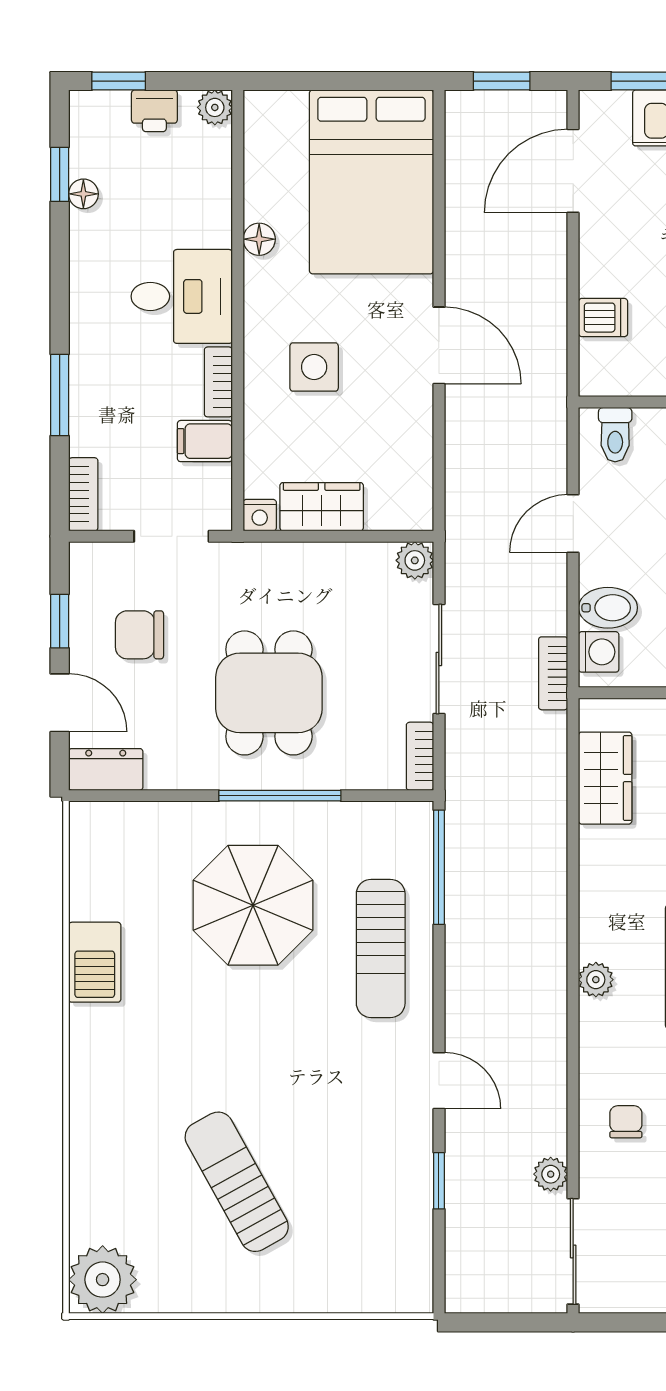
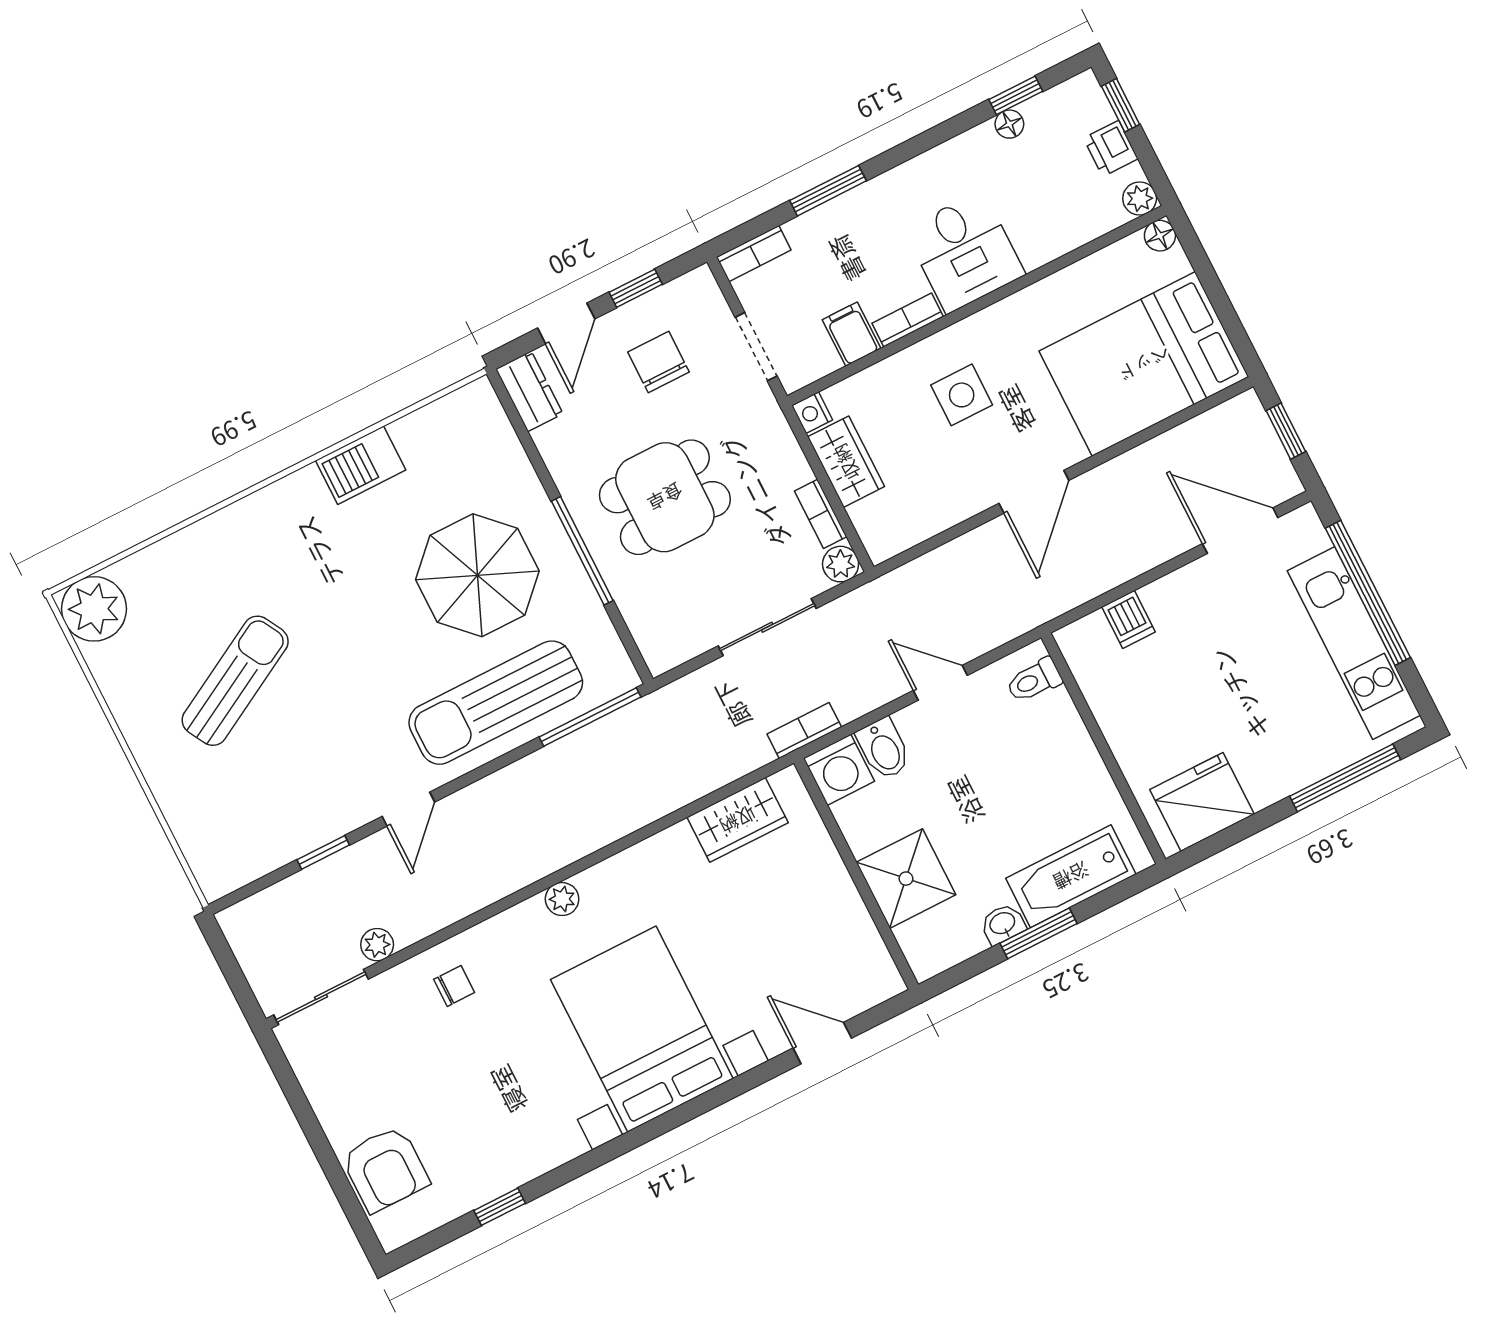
floor lamp: (259, 239) -> (1160, 236), moved
washing machine: (599, 652) -> (839, 770), width x1.38, depth x1.38
bookcase: (420, 756) -> (821, 514), moved, turned -90
sun lounger: (381, 948) -> (496, 703), width x1.36, depth x1.34

